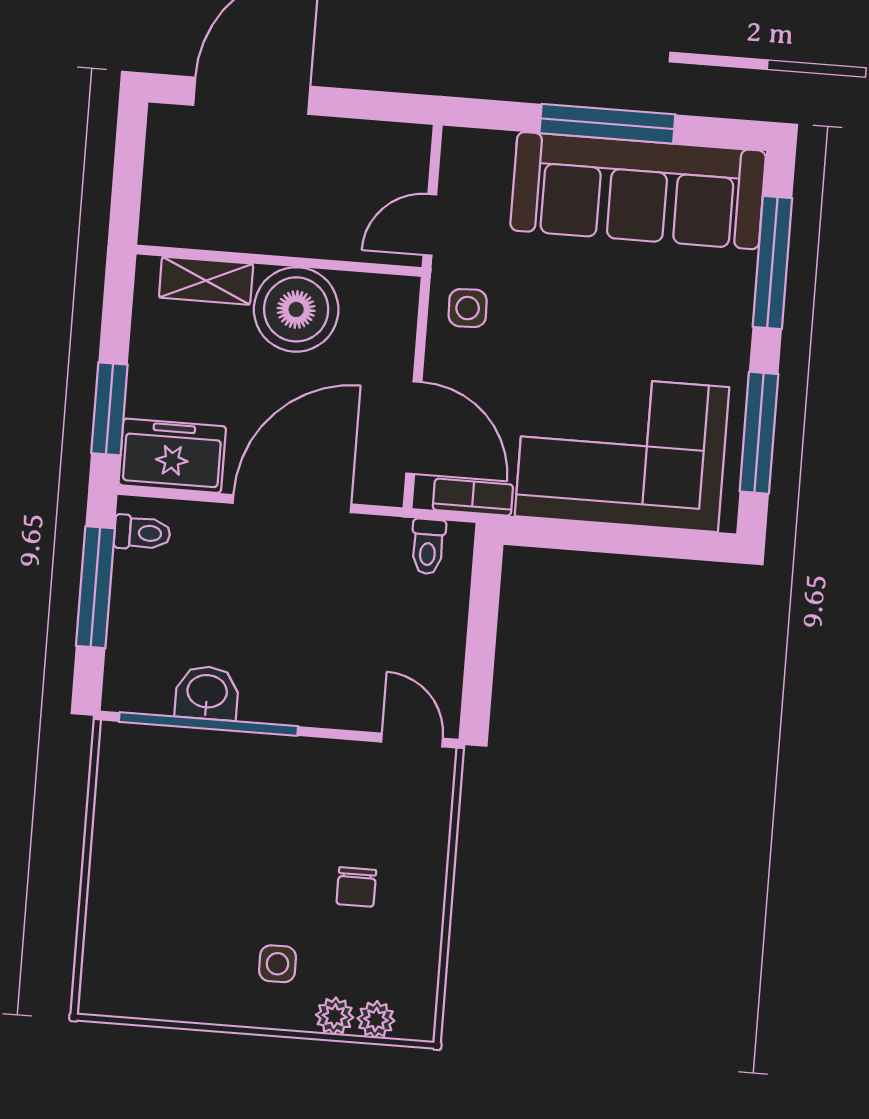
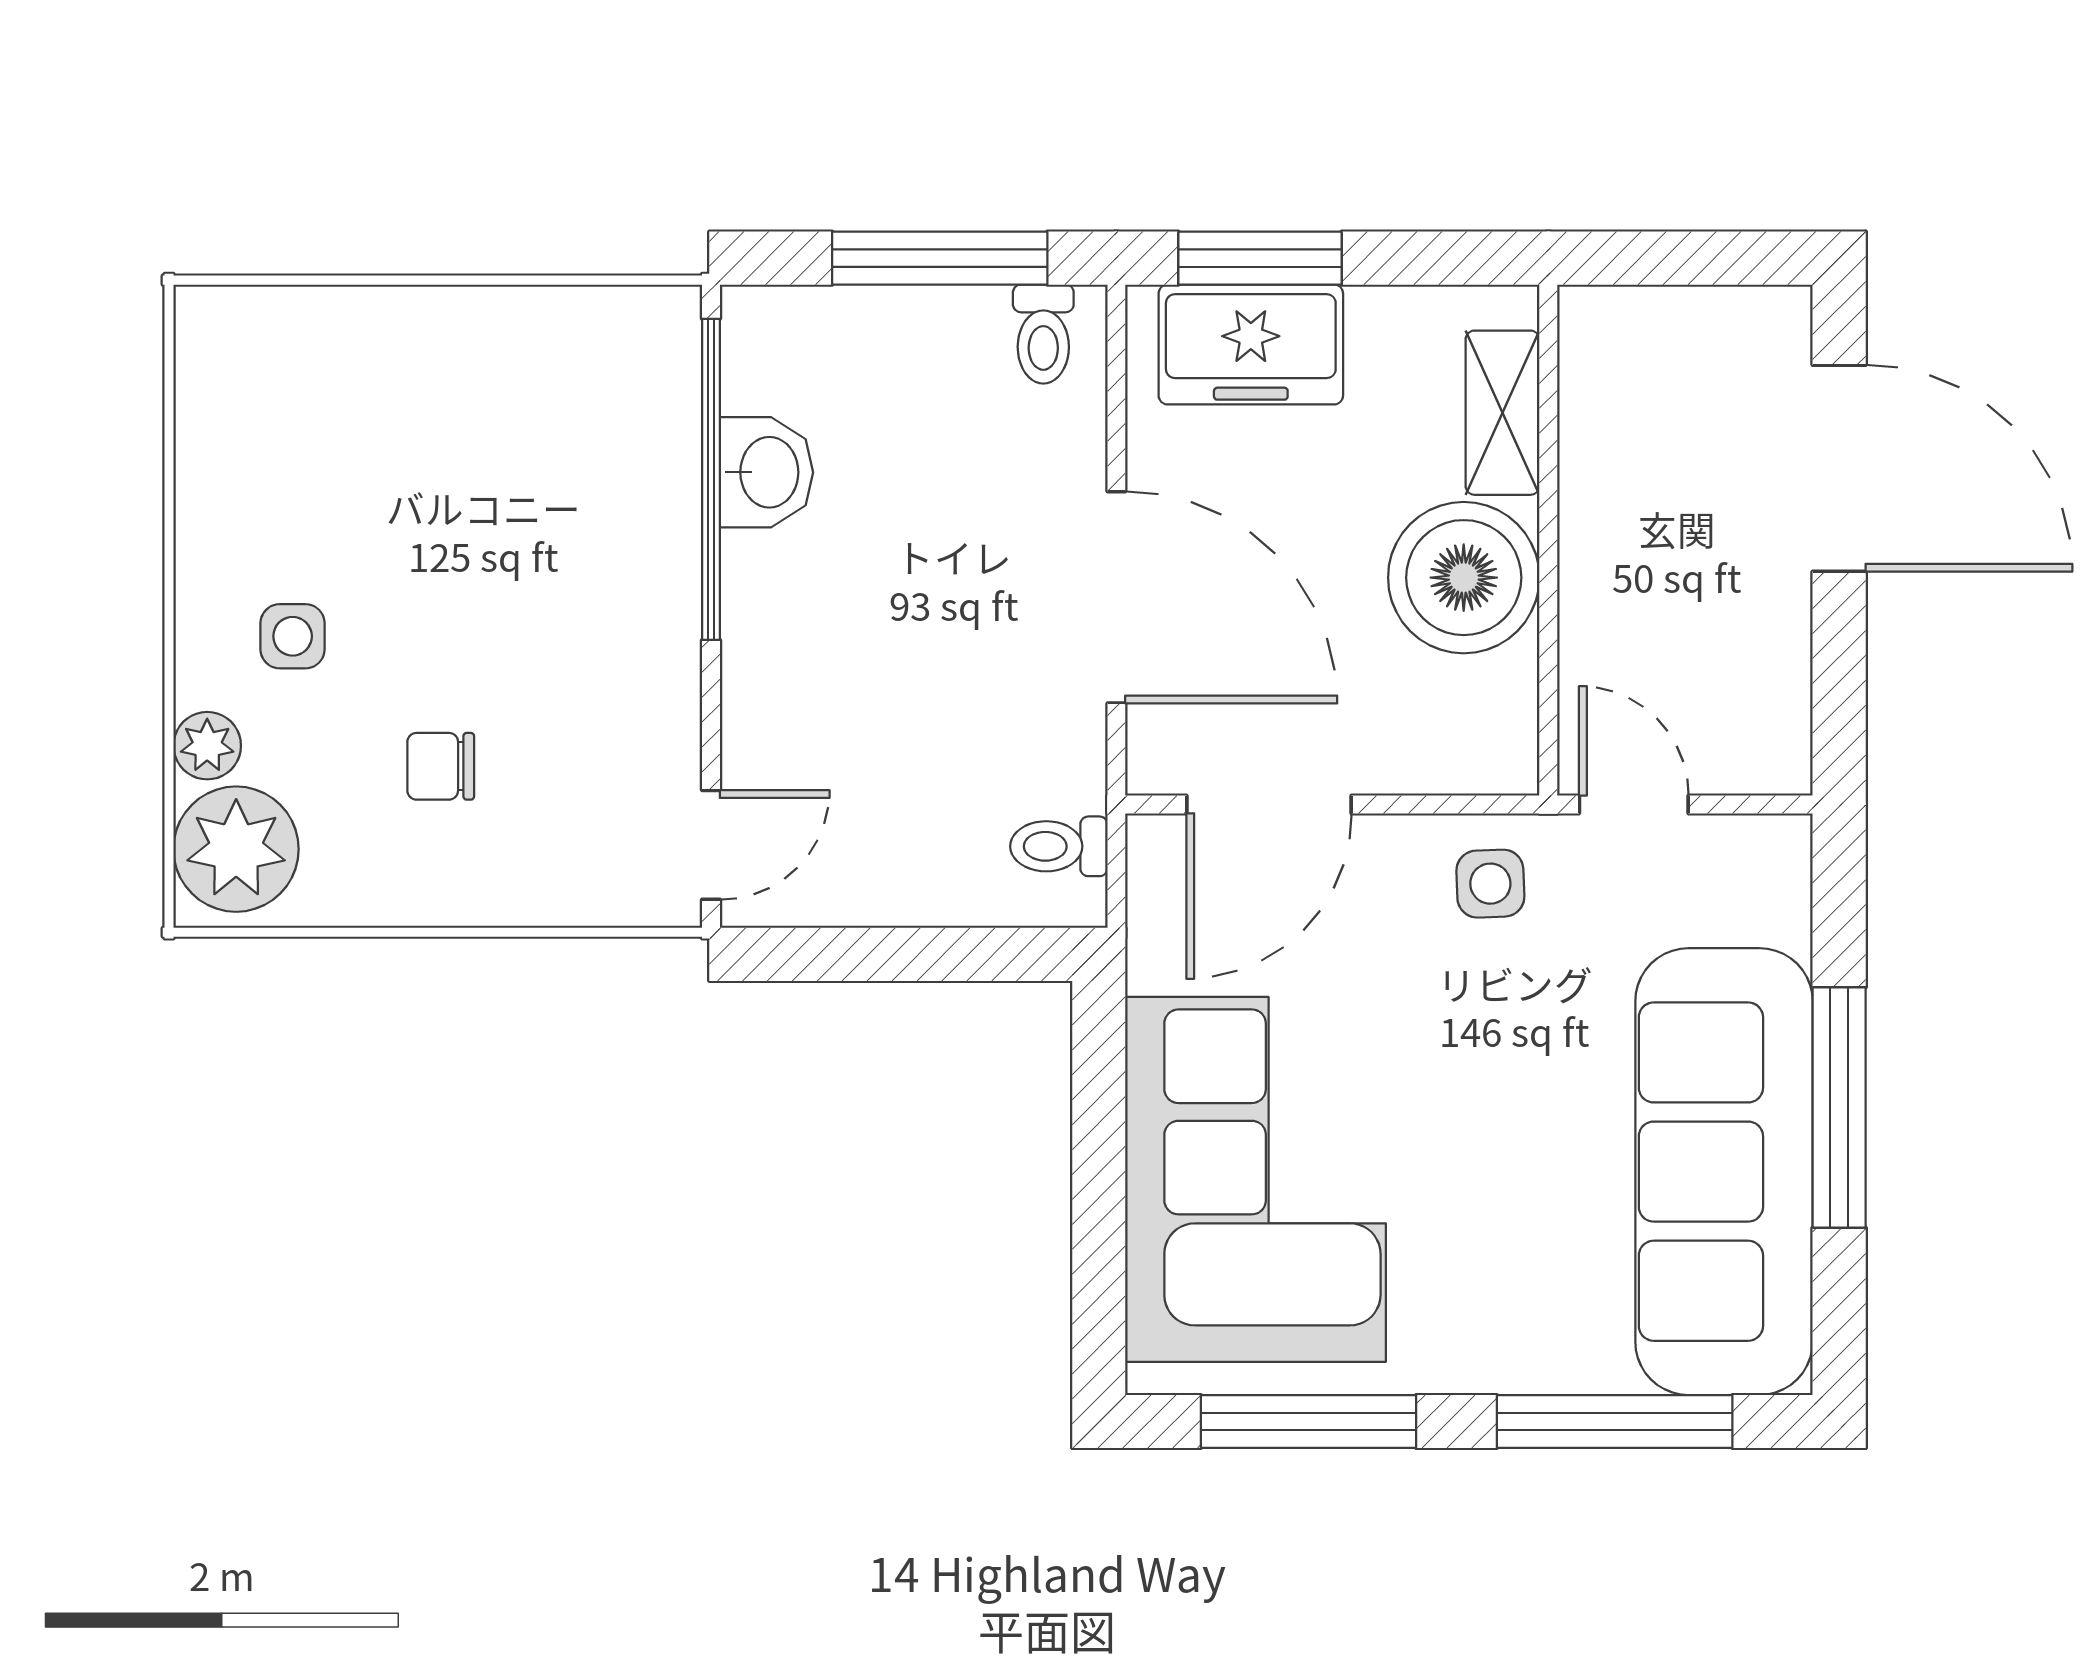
freezer: (172, 456) -> (1251, 345), moved, turned 90
bookcase: (473, 497) -> (1153, 920), removed
plant: (376, 1020) -> (236, 849), width x1.88, depth x1.88

